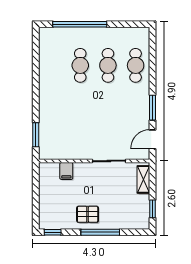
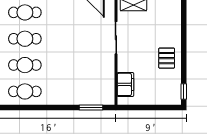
cafe table: (53, 65) -> (25, 91), added
filing cabinet: (66, 171) -> (125, 84), width x2.00
window: (100, 232) -> (184, 46), removed

